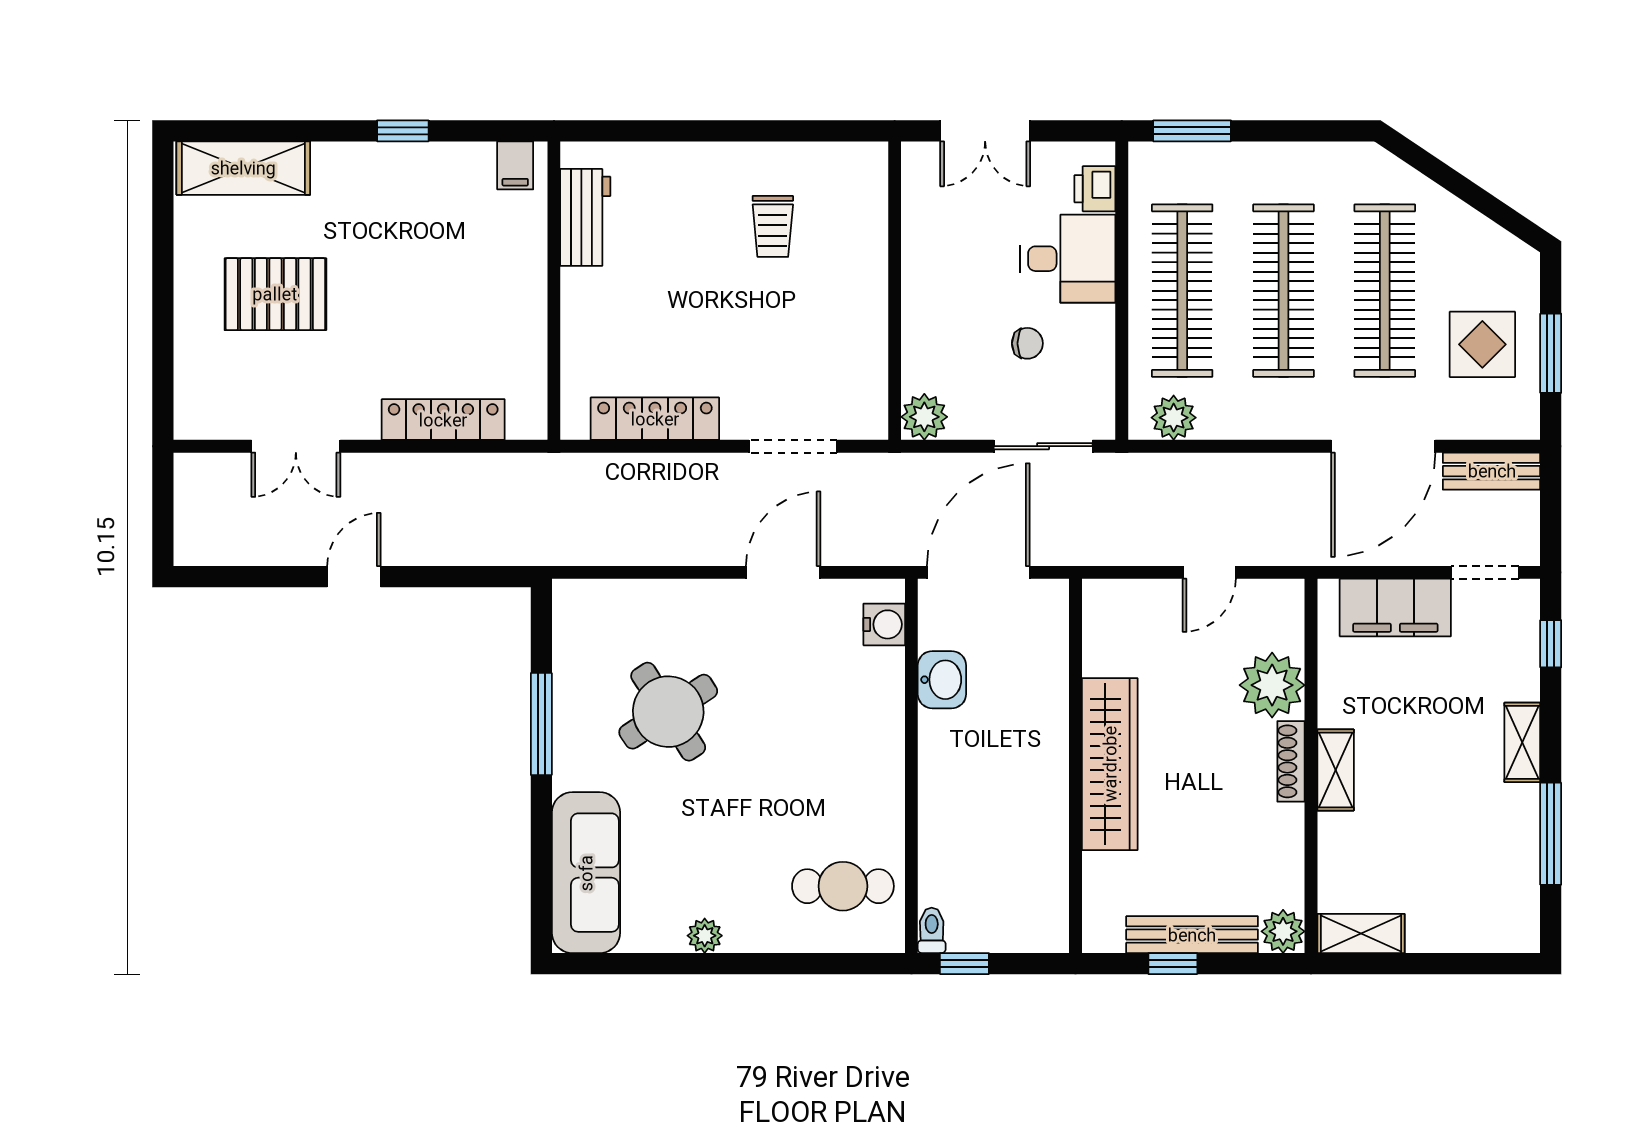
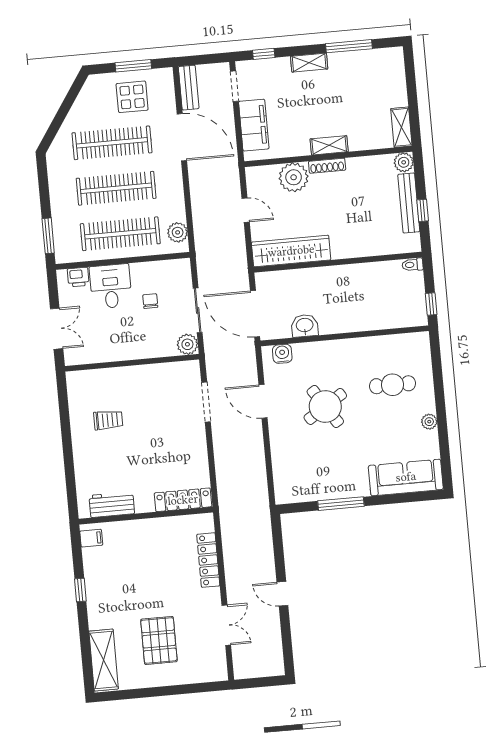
locker: (655, 419) -> (183, 500), moved, turned 90
sliding door: (1043, 446) -> (198, 310), moved
round table: (668, 712) -> (325, 406), moved
wardrobe: (1110, 764) -> (291, 251), moved
cafe table: (843, 886) -> (392, 385), moved, turned 90
toilet: (932, 930) -> (413, 265), moved

